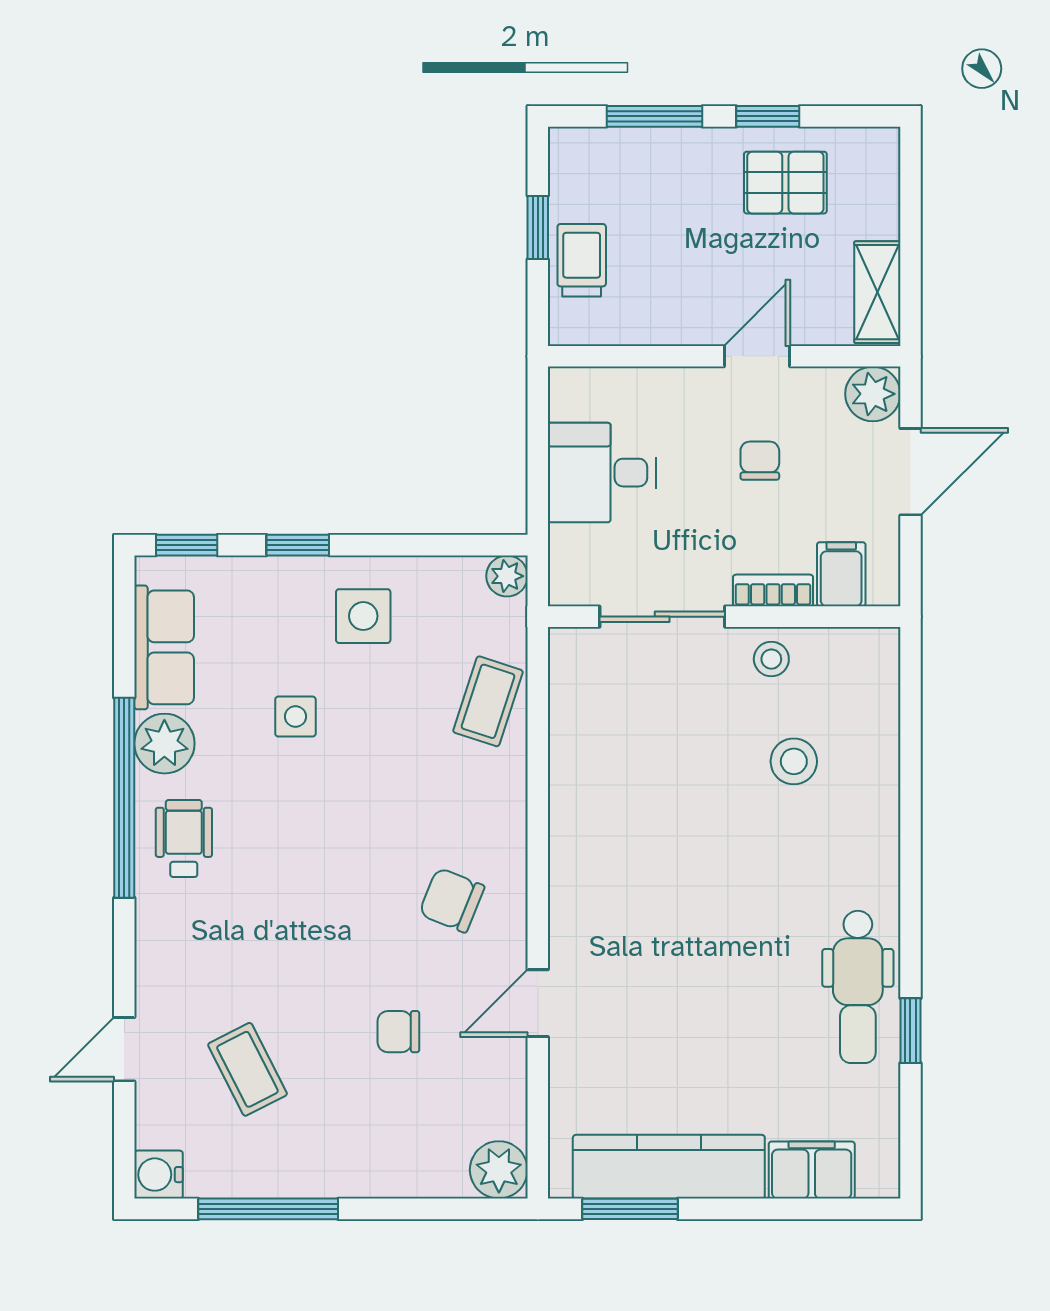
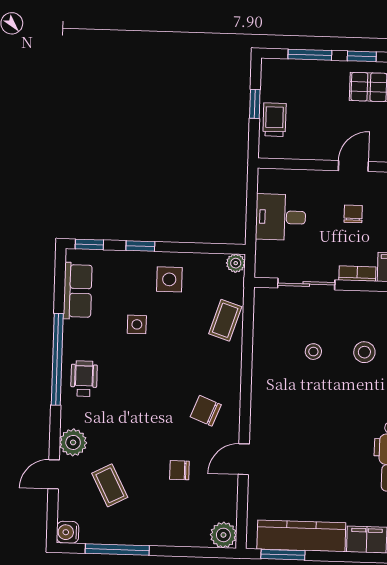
stool: (771, 659) -> (313, 352), moved
plant: (164, 744) -> (73, 442), moved

